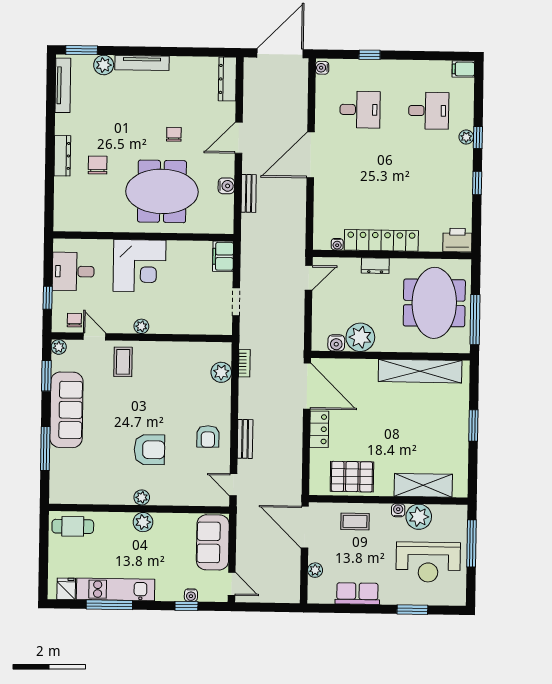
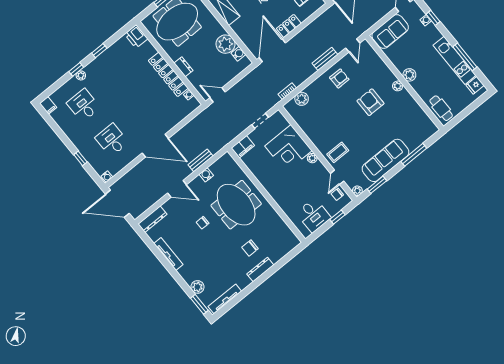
tv unit: (142, 63) -> (168, 254), moved
corner desk: (140, 266) -> (288, 148), moved, turned 180

